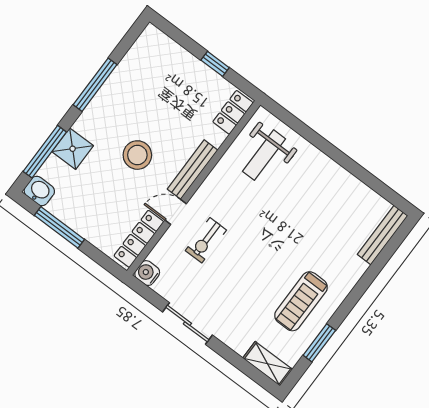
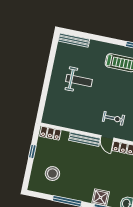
stool: (137, 155) -> (52, 174), moved
weight bench: (264, 155) -> (79, 81), moved

